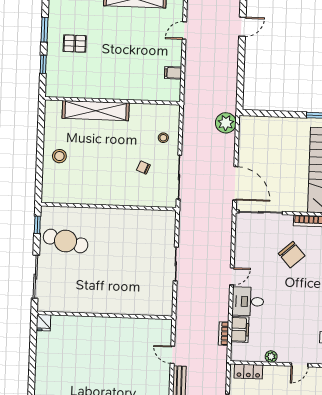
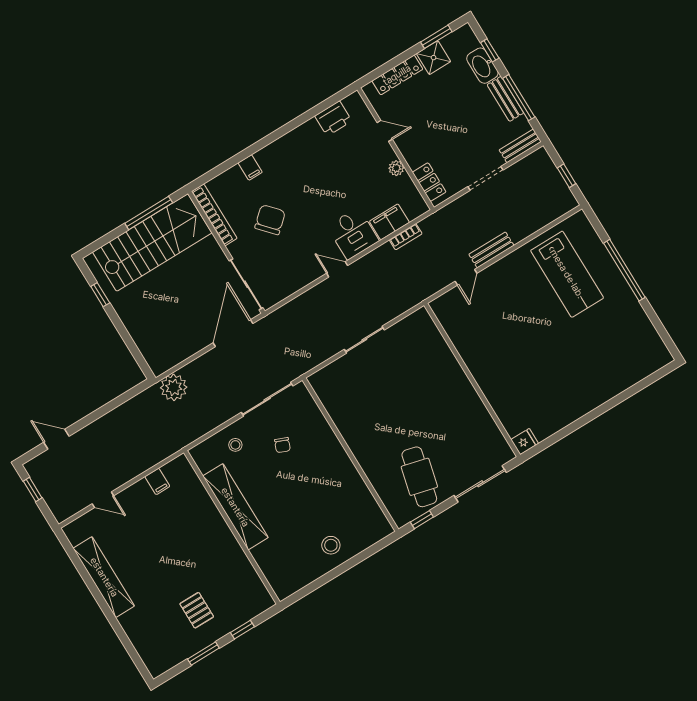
shelving: (96, 111) -> (235, 507), moved

